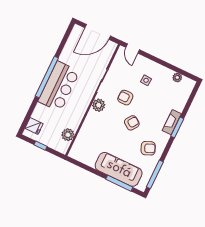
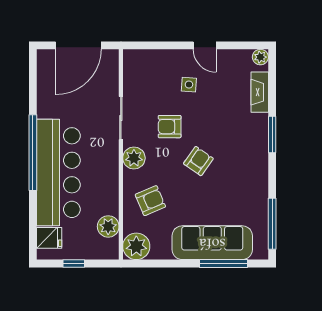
door: (133, 49) -> (205, 45), moved
plant: (177, 77) -> (260, 57), moved
bar counter: (59, 86) -> (58, 173), width x1.36
fireplace: (172, 122) -> (260, 92), moved
armchair: (148, 148) -> (150, 201), moved
plant: (78, 152) -> (136, 246), added

